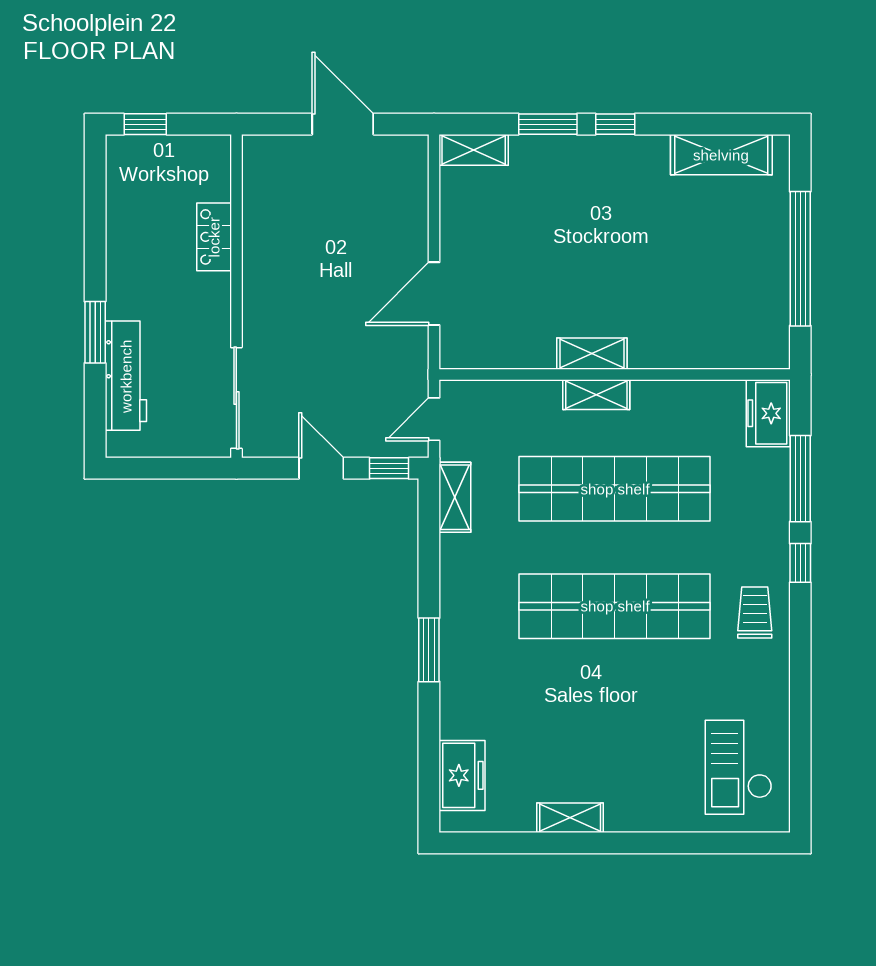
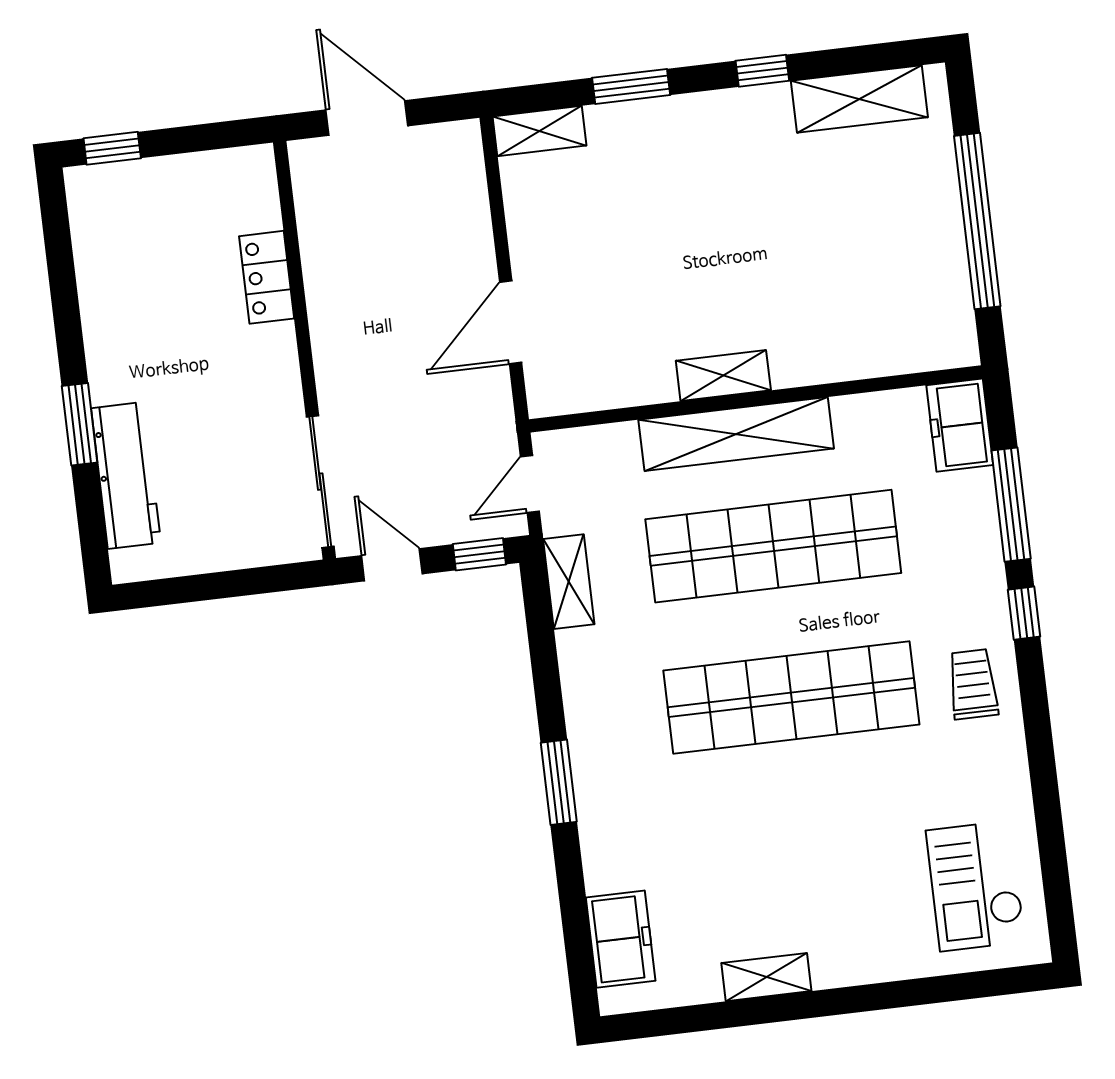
window: (615, 124) -> (762, 71), moved
locker: (214, 237) -> (267, 277), moved
wall: (236, 296) -> (305, 350), moved
shelving: (596, 395) -> (736, 434), width x2.20, depth x1.33
sliding door: (236, 398) -> (320, 482), moved

